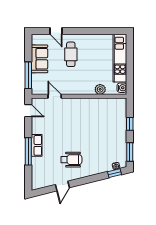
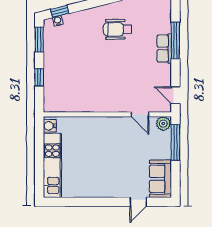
door: (56, 31) -> (138, 202), swing flipped
cafe table: (71, 54) -> (118, 171), removed
sofa: (39, 59) -> (160, 179), moved
plant: (100, 89) -> (163, 124), moved

